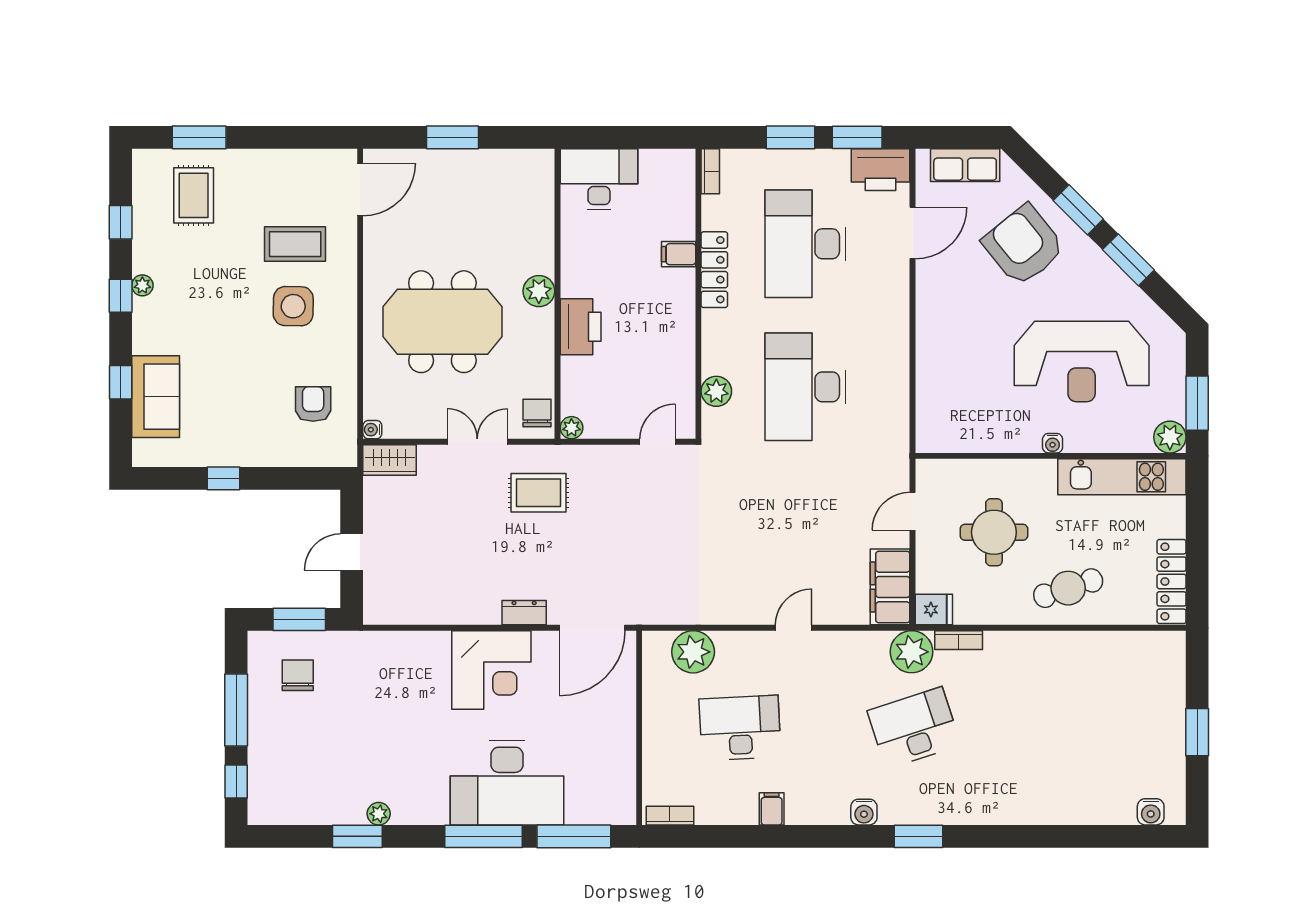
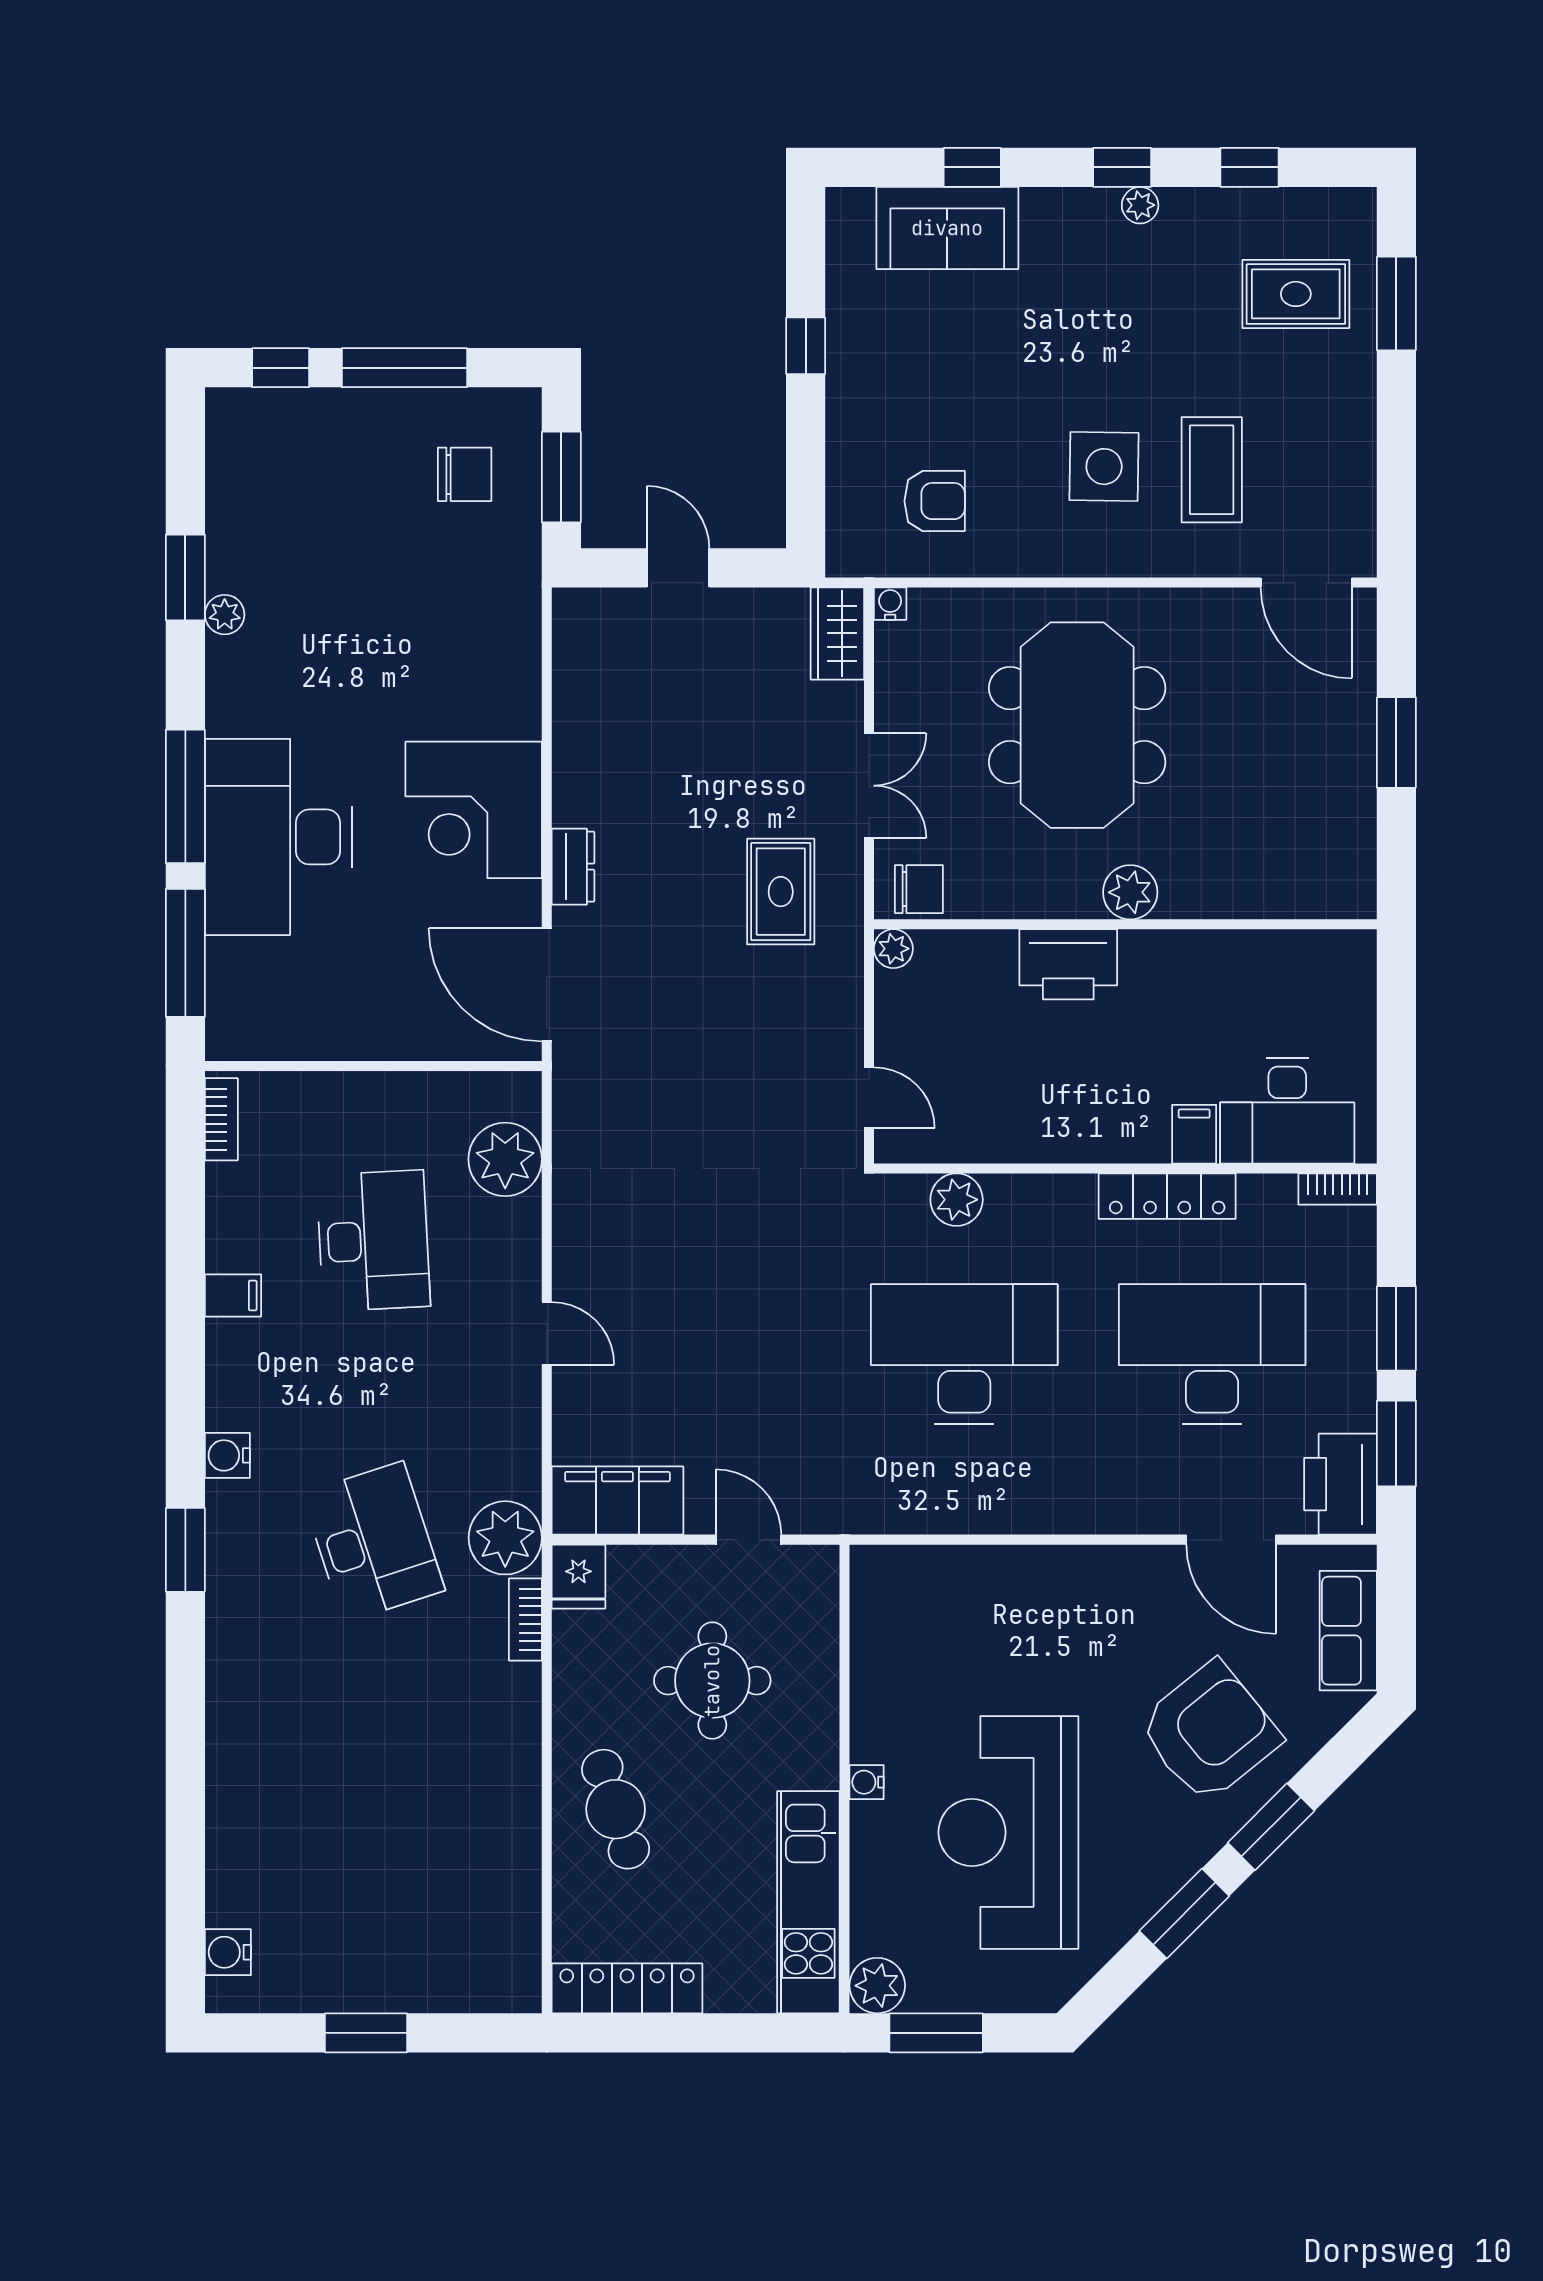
desk: (599, 179) -> (1287, 1111), moved, turned 90

